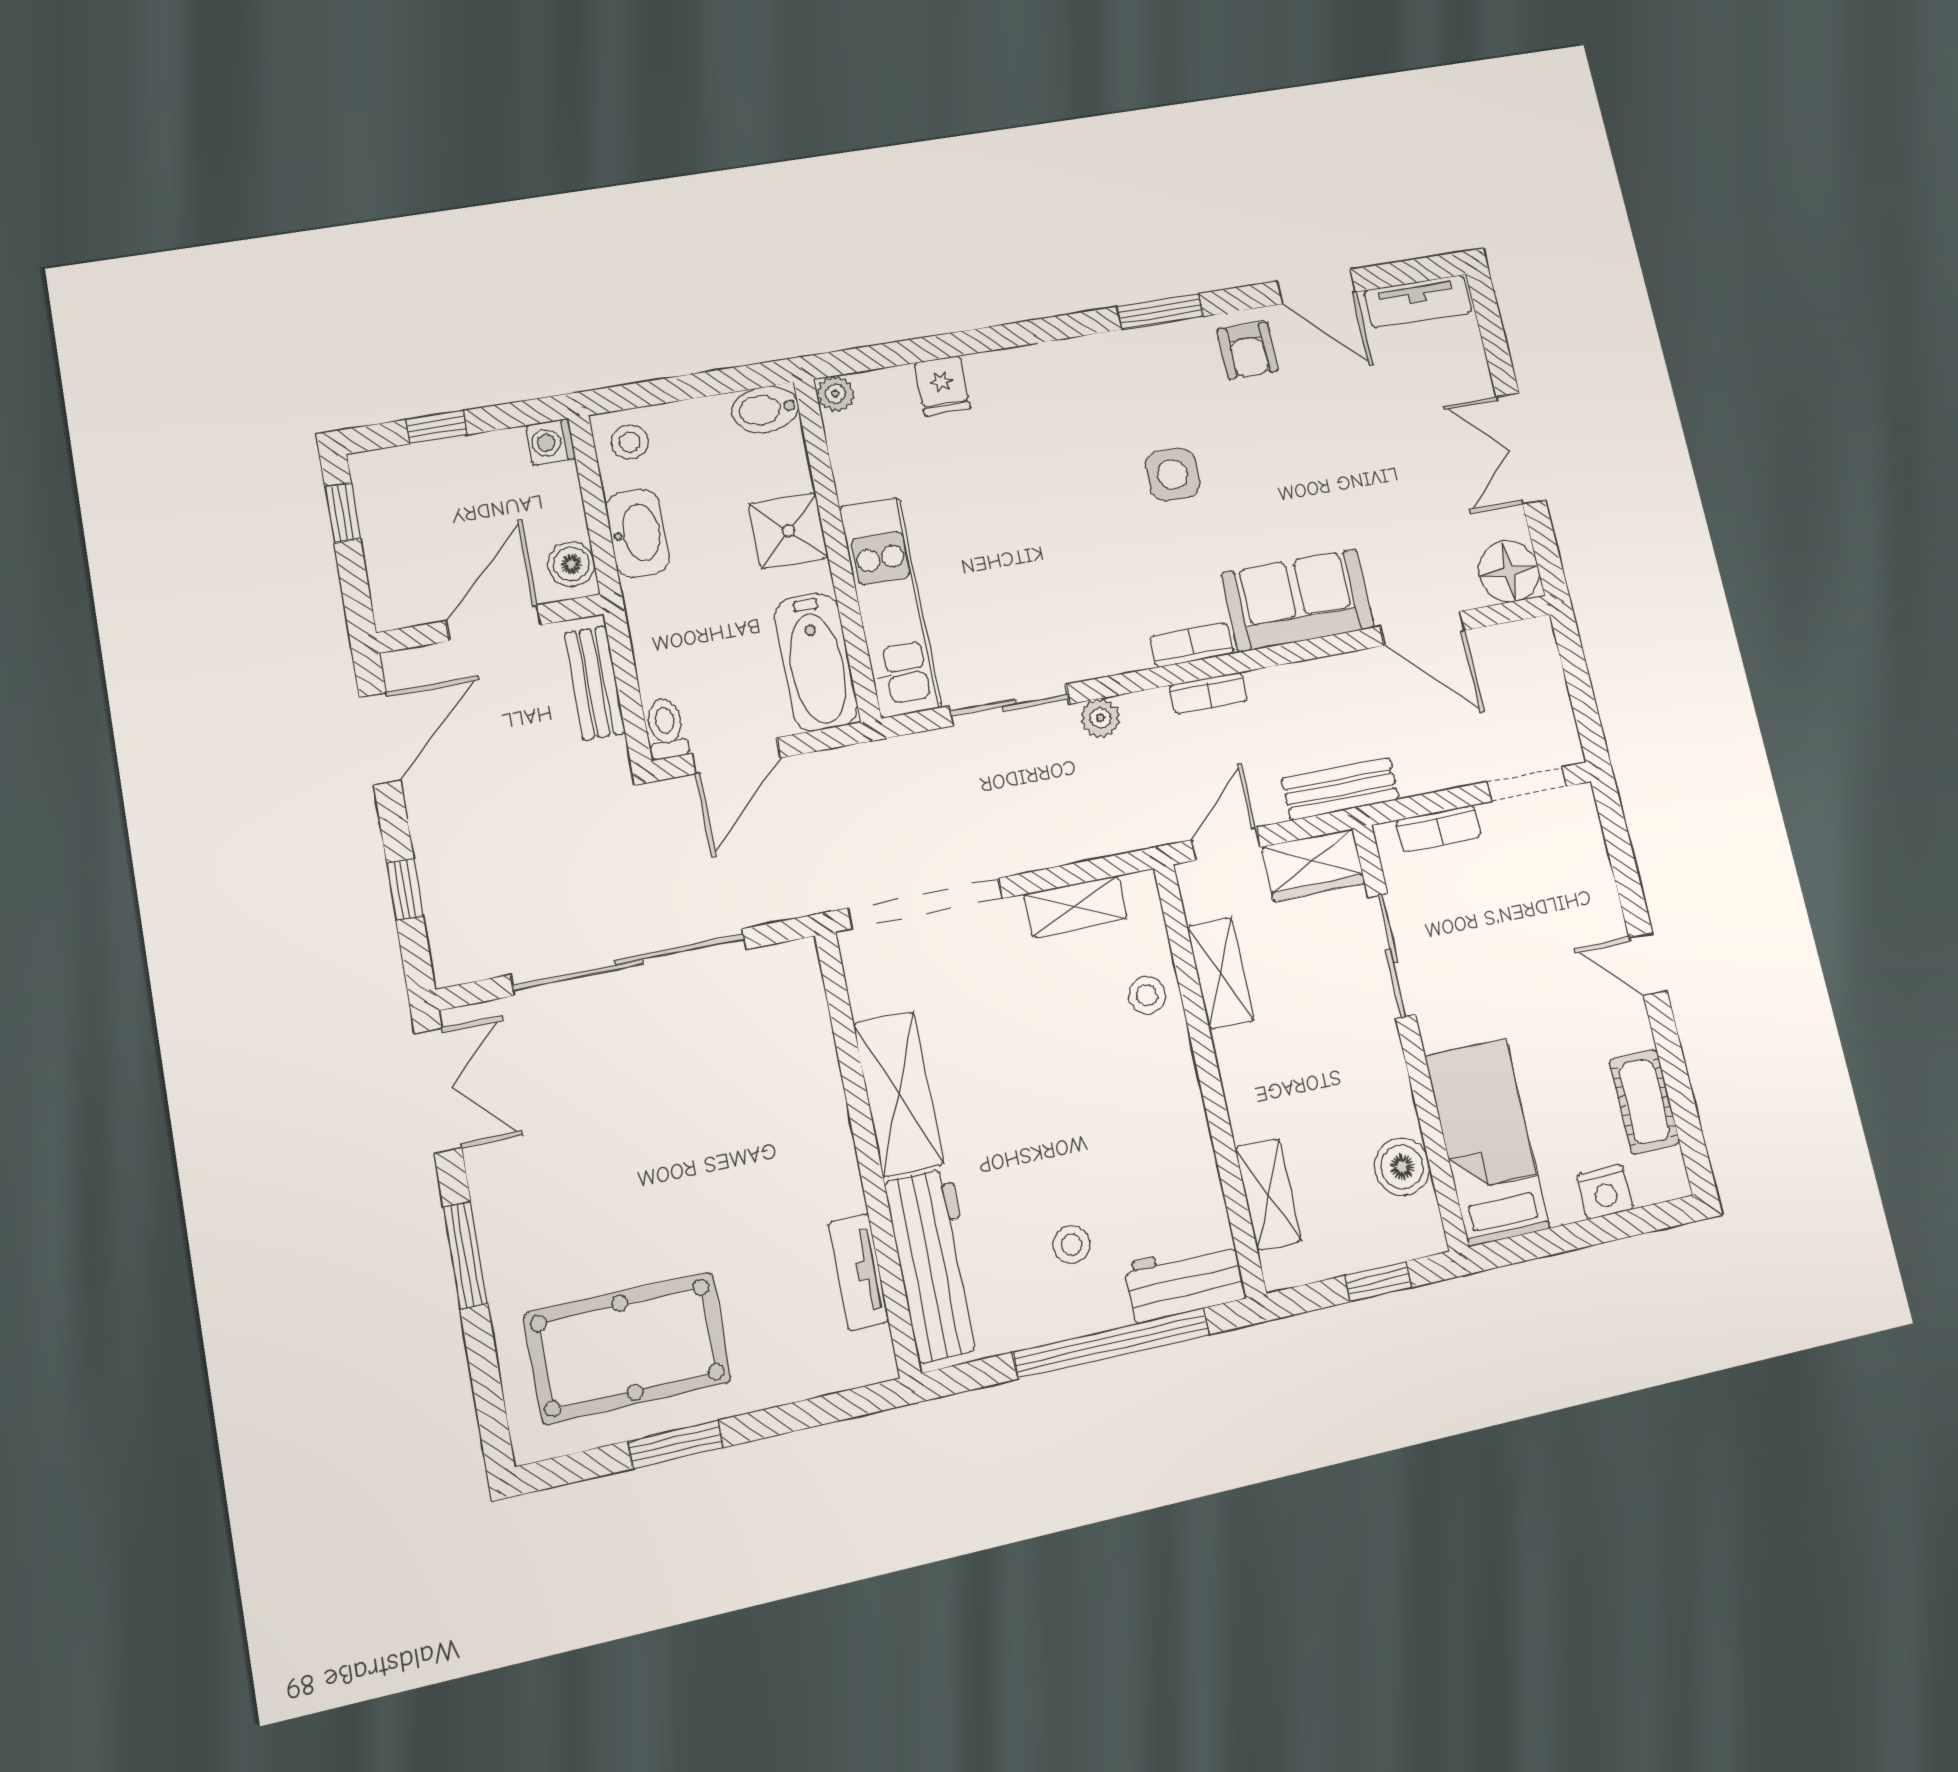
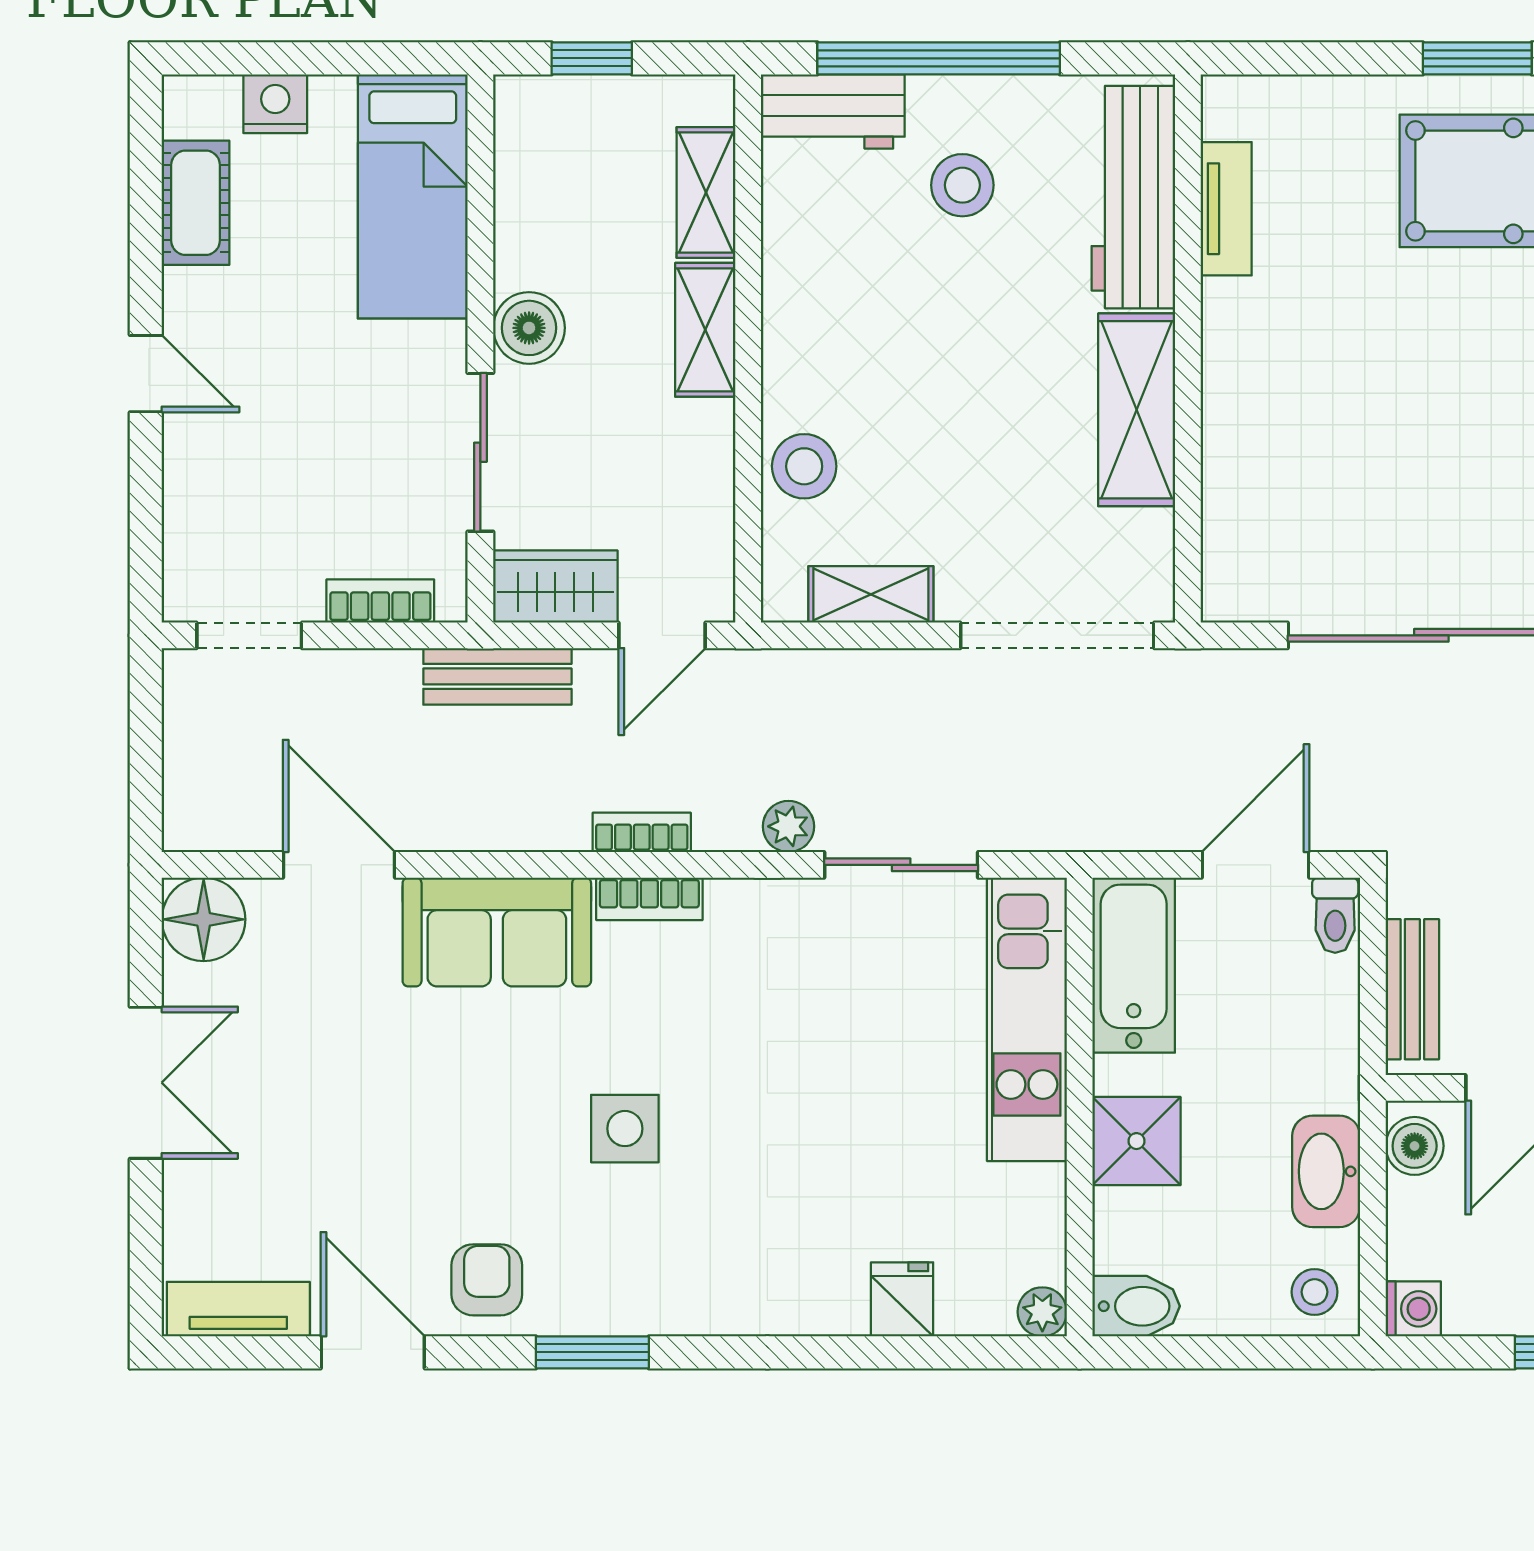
shelving: (1220, 973) -> (705, 330), moved
stool: (1147, 995) -> (804, 466), width x1.37, depth x1.37
boiler: (1402, 1167) -> (529, 328), moved
stool: (1072, 1244) -> (962, 185), width x1.37, depth x1.37

